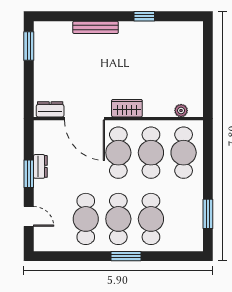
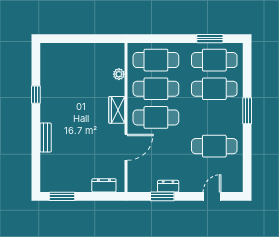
bench: (96, 27) -> (46, 138), width x0.73
dresser: (50, 109) -> (104, 185), moved, turned 90
plant: (181, 111) -> (119, 74), moved
door: (85, 119) -> (126, 147), width x0.73
window: (29, 174) -> (162, 196), moved
cafe table: (118, 219) -> (214, 60), moved

